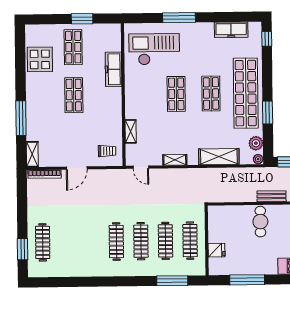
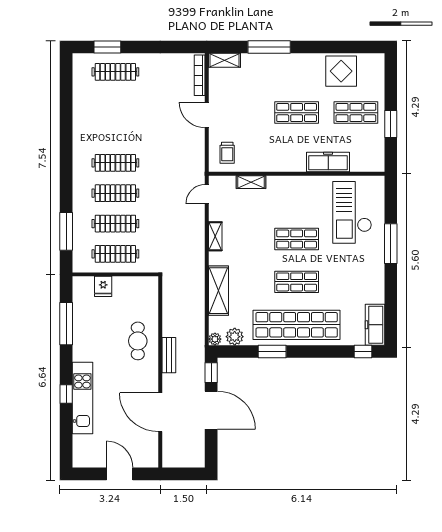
freezer: (231, 30) -> (375, 325), moved
checkout: (154, 49) -> (352, 212), turned 180
cafe table: (260, 222) -> (138, 341), turned 90

